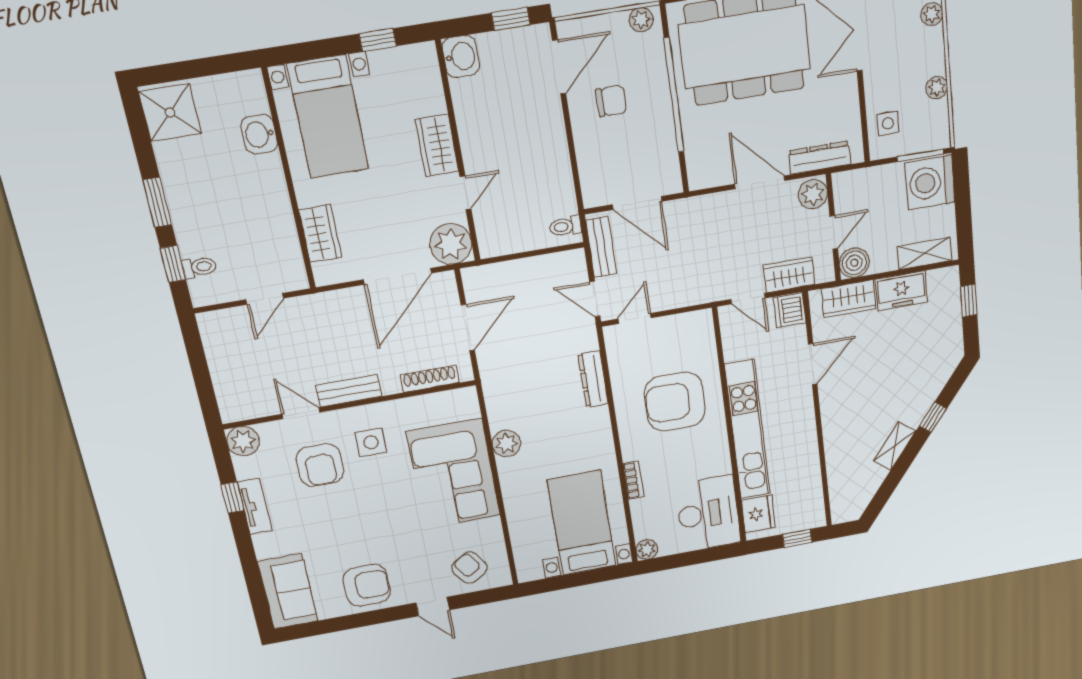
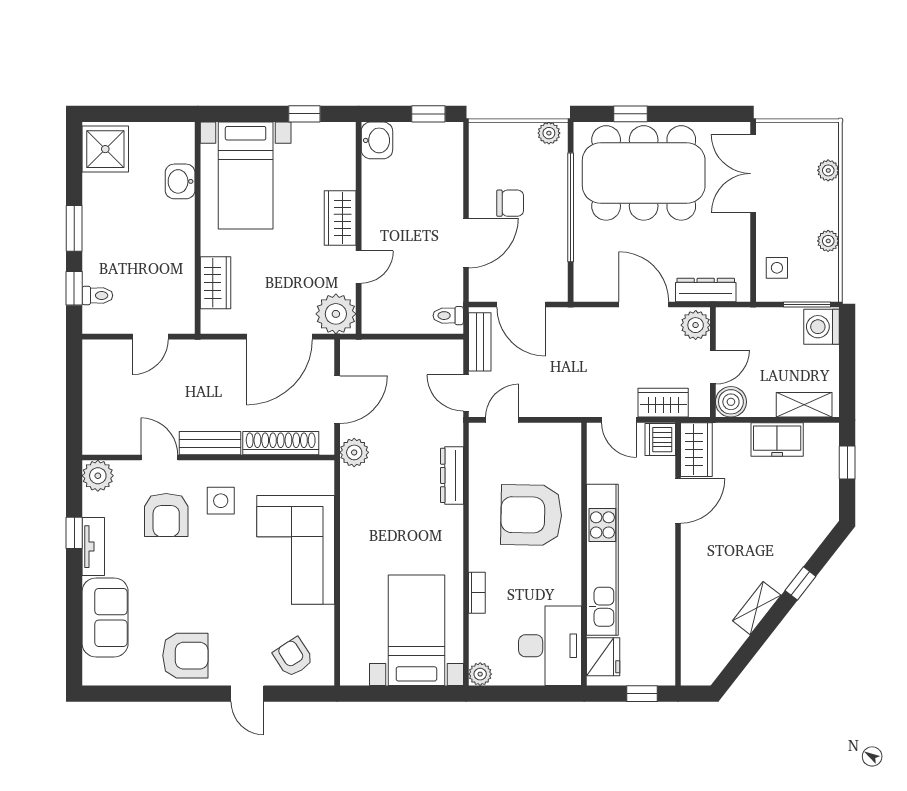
door: (559, 67) -> (466, 243), moved
washing machine: (930, 183) -> (821, 327), width x0.73, depth x0.73
wardrobe: (849, 299) -> (696, 450), moved, turned -90
shoe rack: (430, 379) -> (281, 443), width x1.36, depth x1.24
plant: (506, 443) -> (354, 452), moved
sofa: (288, 591) -> (105, 617), moved

